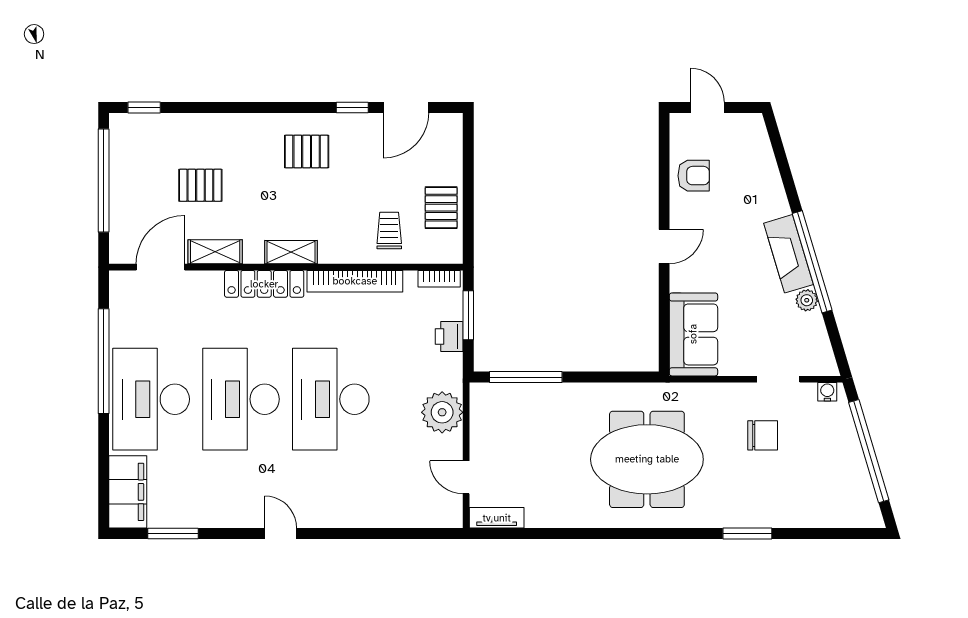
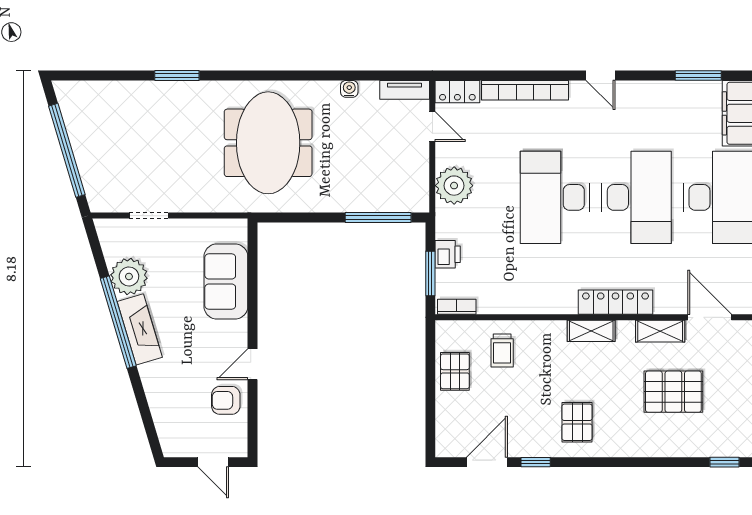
pallet: (307, 151) -> (577, 422), turned 90
pallet: (200, 185) -> (673, 392), width x1.50, depth x1.42
door: (664, 246) -> (253, 364), moved
door: (160, 267) -> (710, 317), swing flipped
bookcase: (355, 281) -> (525, 90), moved, turned 180
plant: (807, 300) -> (129, 276), width x1.87, depth x1.87
sofa: (693, 334) -> (226, 282), moved
water cooler: (827, 392) -> (349, 89), moved, turned 180
desk: (331, 399) -> (555, 197), turned 180
chair: (763, 435) -> (163, 165), removed
meeting table: (647, 459) -> (268, 143), turned 90
locker: (438, 516) -> (457, 92), added

